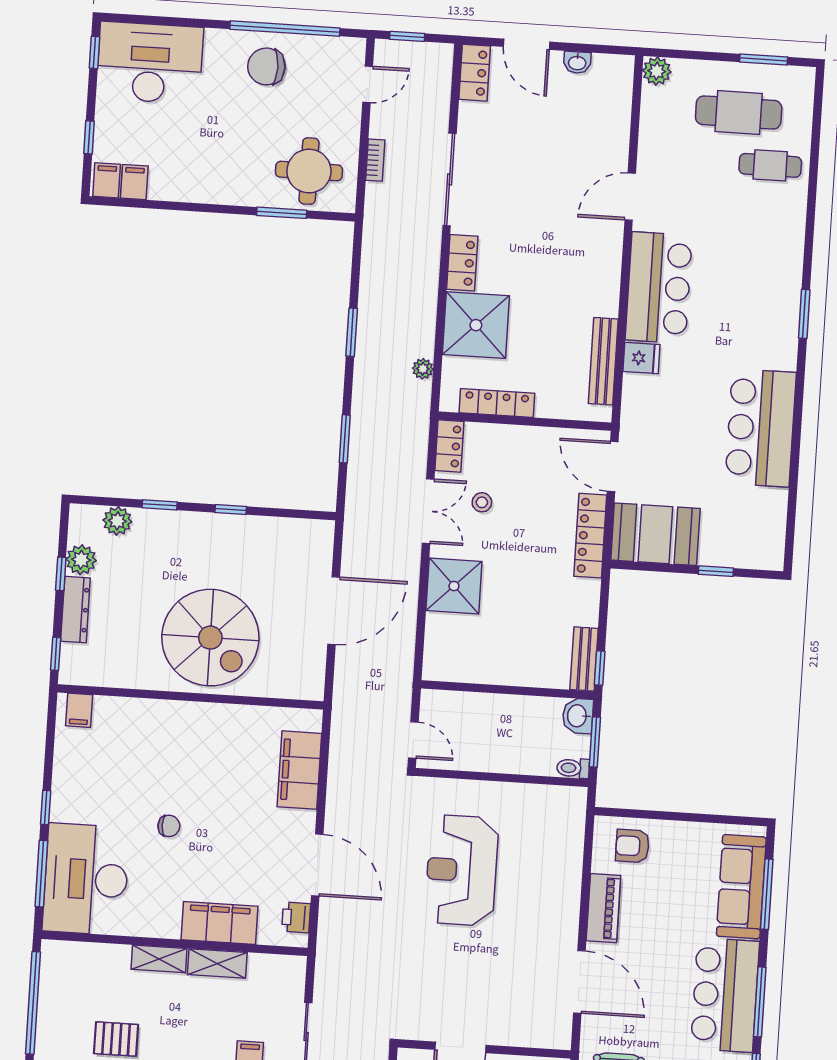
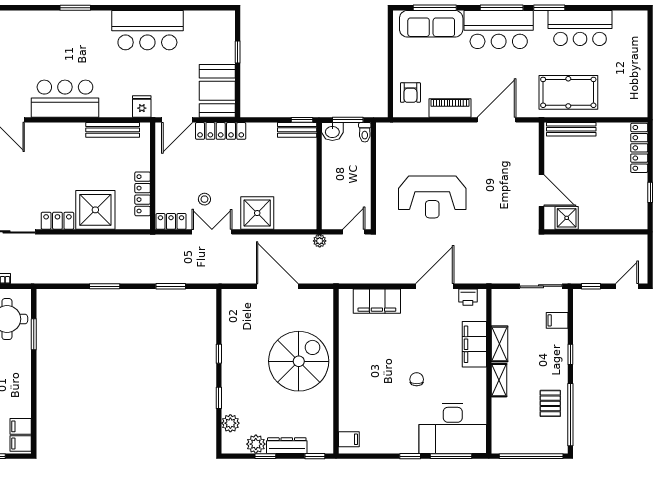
fridge: (641, 358) -> (142, 106), moved
plant: (423, 369) -> (320, 241), moved

